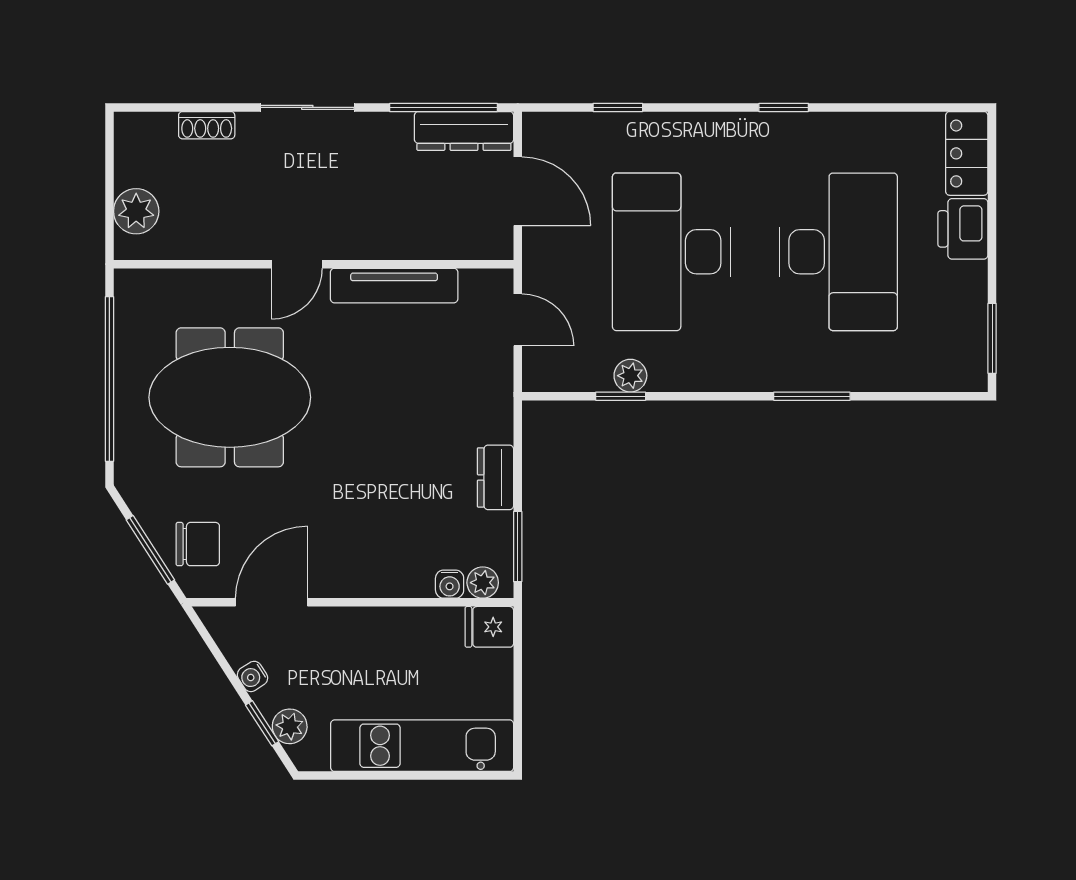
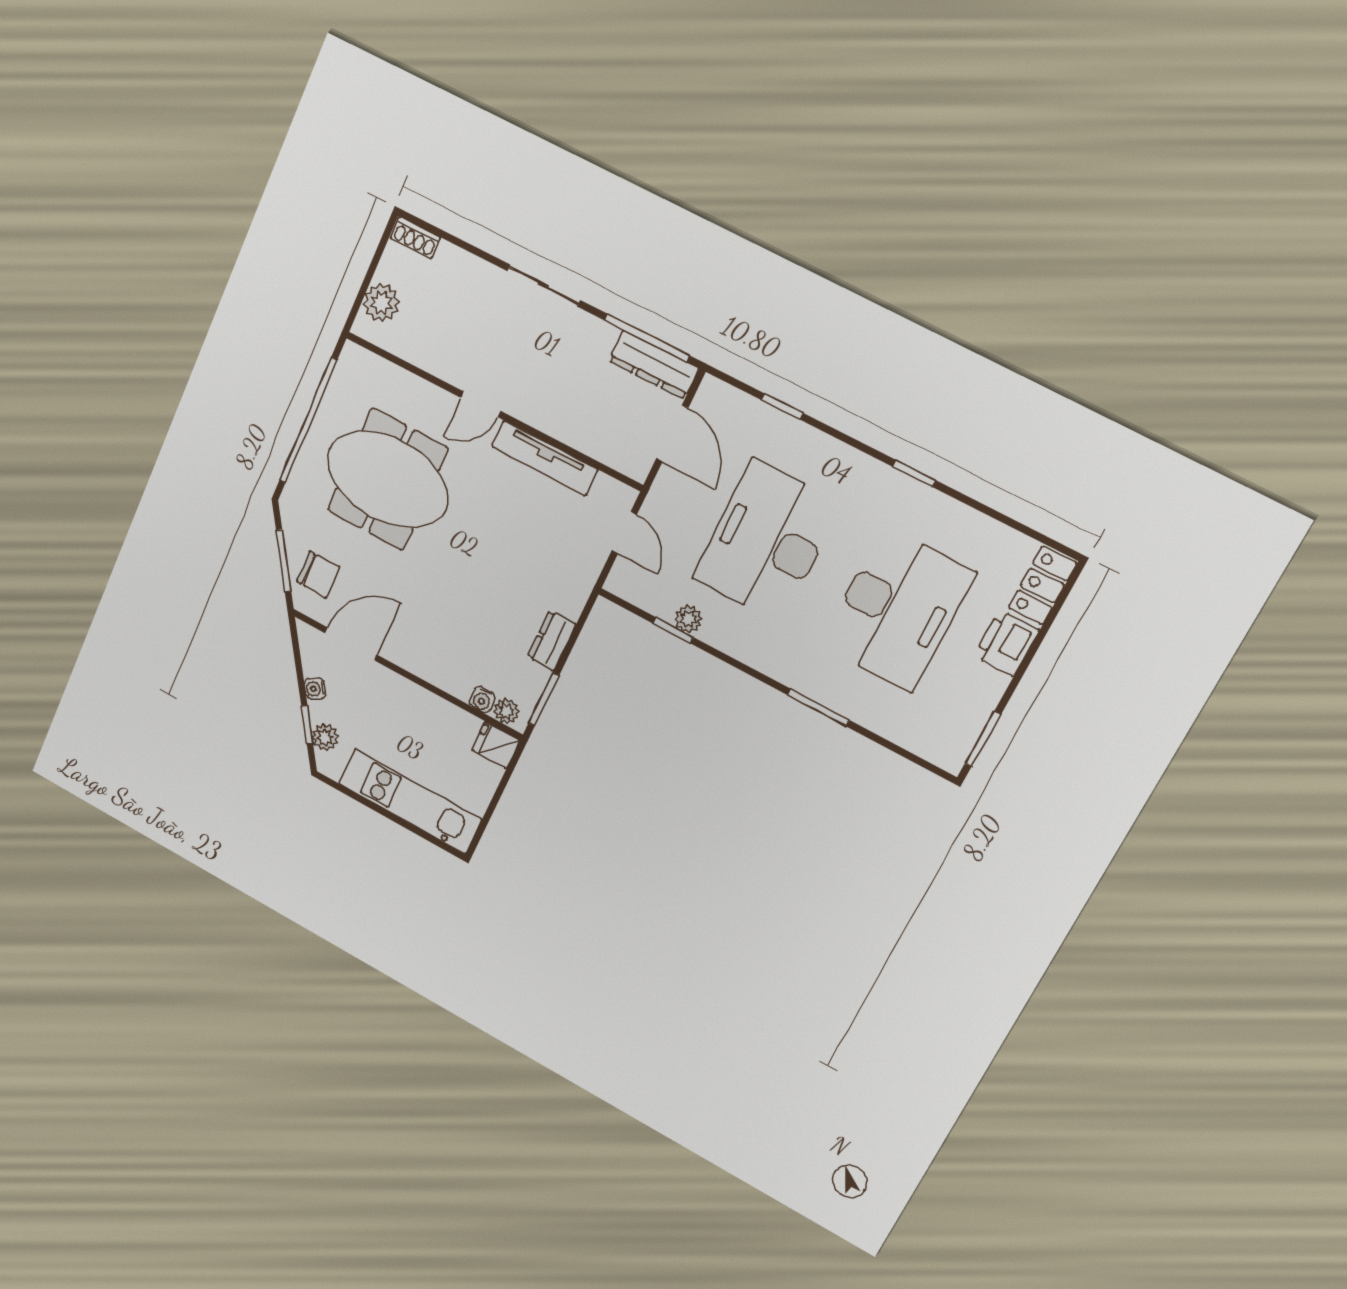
shoe rack: (207, 125) -> (415, 238), moved

